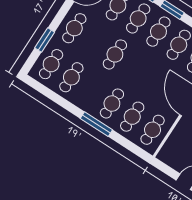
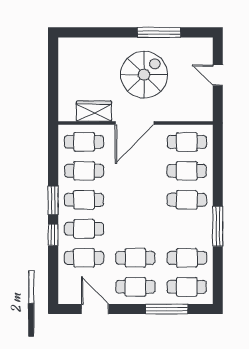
window: (45, 40) -> (167, 309), width x1.44
cafe table: (115, 54) -> (135, 258), moved
window: (96, 124) -> (218, 226), moved

